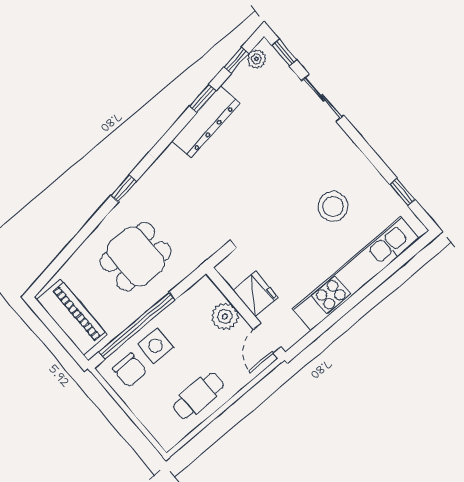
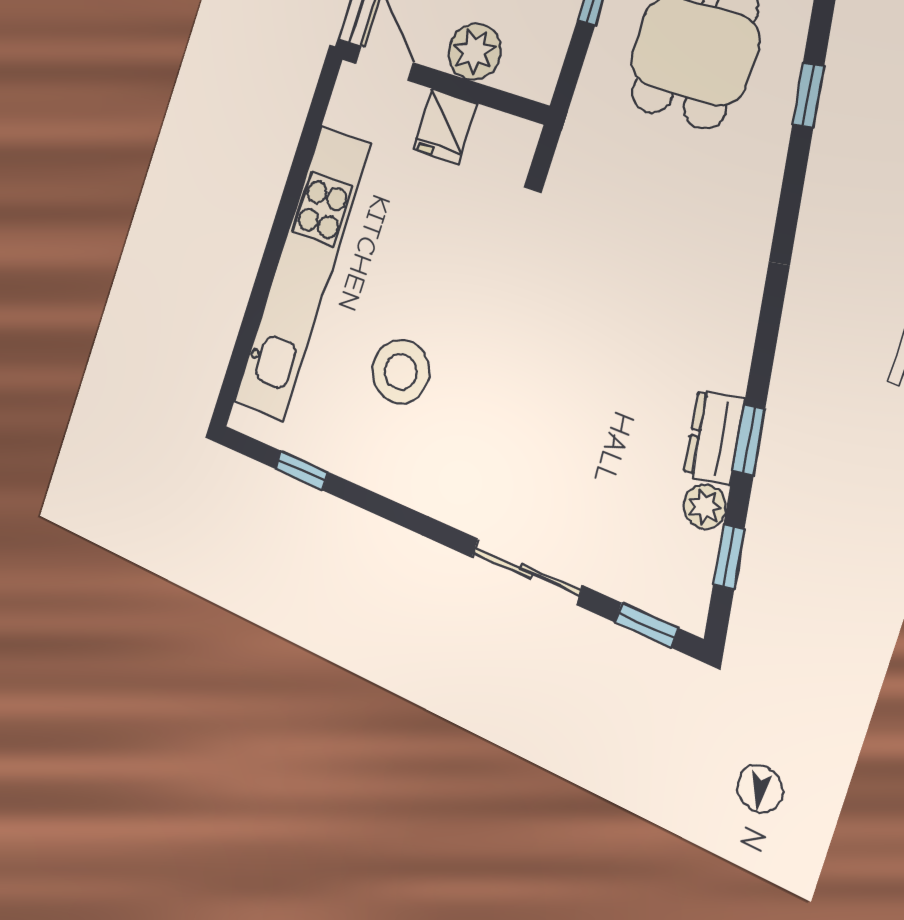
plant: (256, 59) -> (705, 507), moved
dresser: (206, 122) -> (714, 437), width x0.51, depth x0.80
window: (123, 189) -> (808, 95), moved
fridge: (256, 294) -> (445, 126), width x0.72

